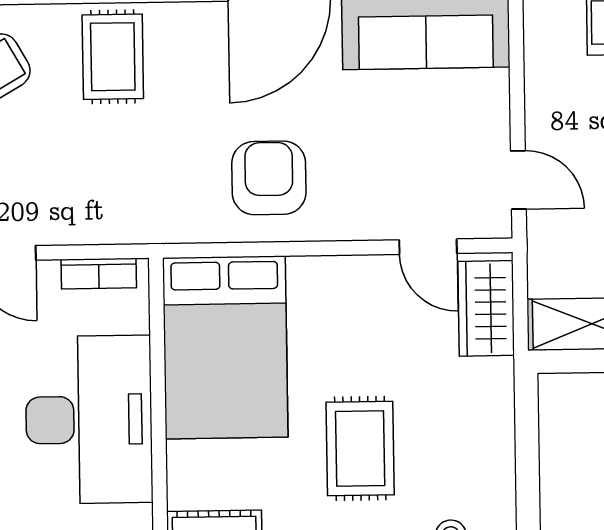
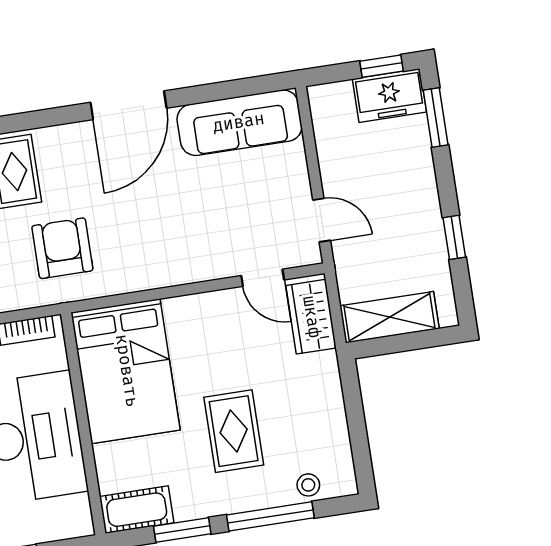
armchair: (269, 178) -> (62, 248), moved

